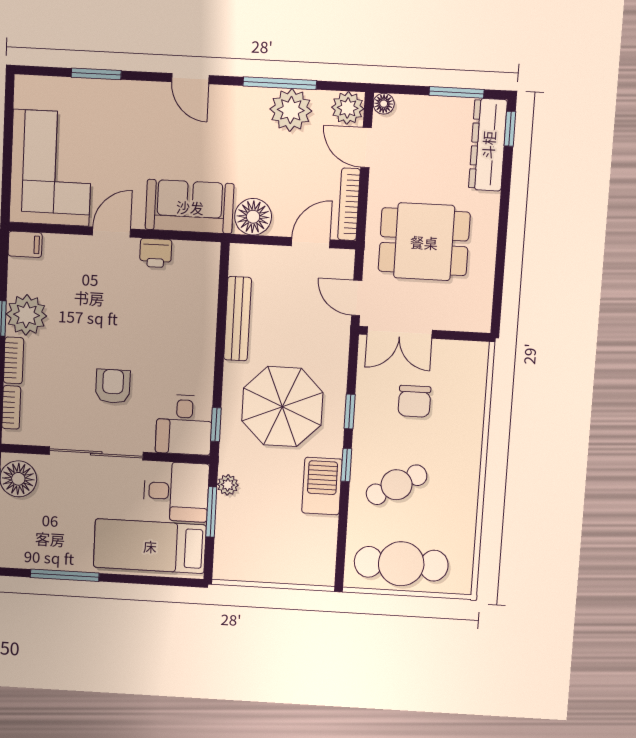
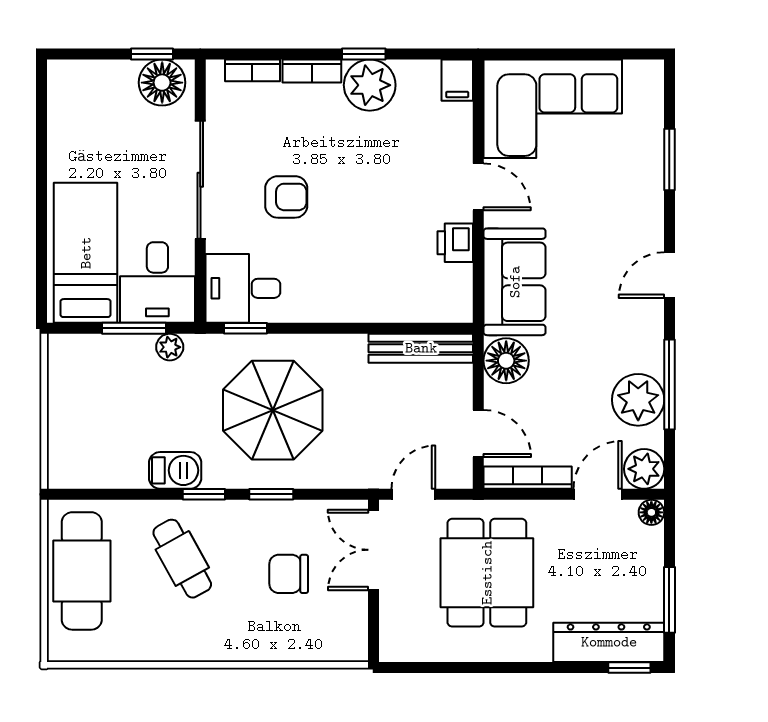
bench: (237, 319) -> (421, 348), moved
barbecue: (322, 486) -> (175, 470), width x0.73, depth x0.79
window: (65, 575) -> (41, 146), removed

